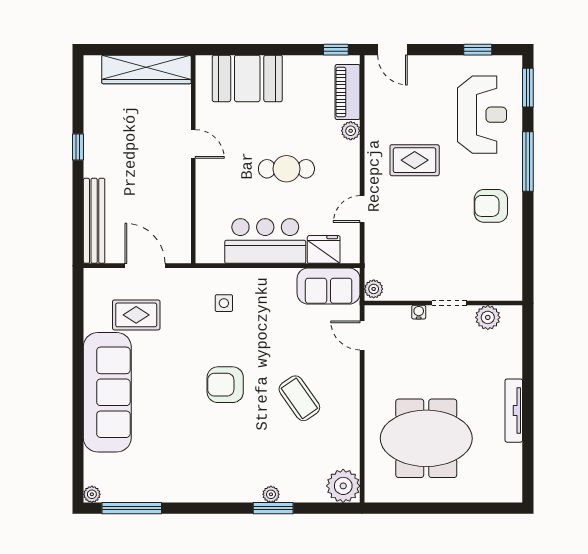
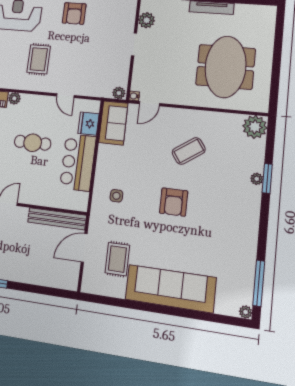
cafe table: (286, 169) -> (33, 143), turned 90
bench: (94, 221) -> (57, 219), moved
water cooler: (419, 312) -> (134, 96), moved

